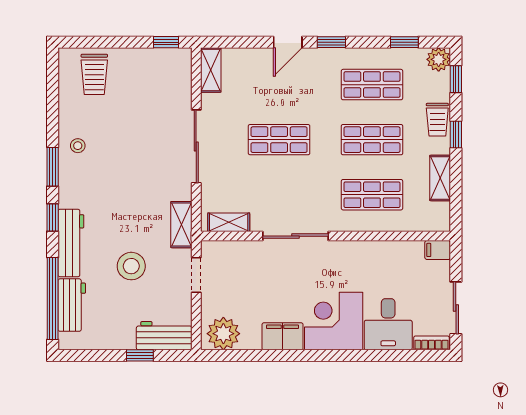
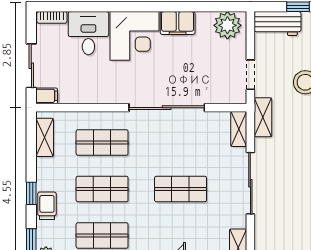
shelving: (440, 178) -> (45, 137), moved
shelving: (229, 222) -> (239, 129), moved, turned 90
sliding door: (295, 236) -> (167, 108), width x1.36
sliding door: (456, 308) -> (31, 66), moved

